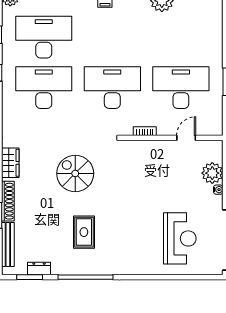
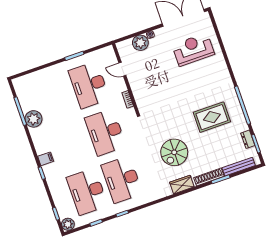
spiral stairs: (75, 173) -> (174, 152), moved
rug: (84, 232) -> (212, 117), width x1.36, depth x1.43

